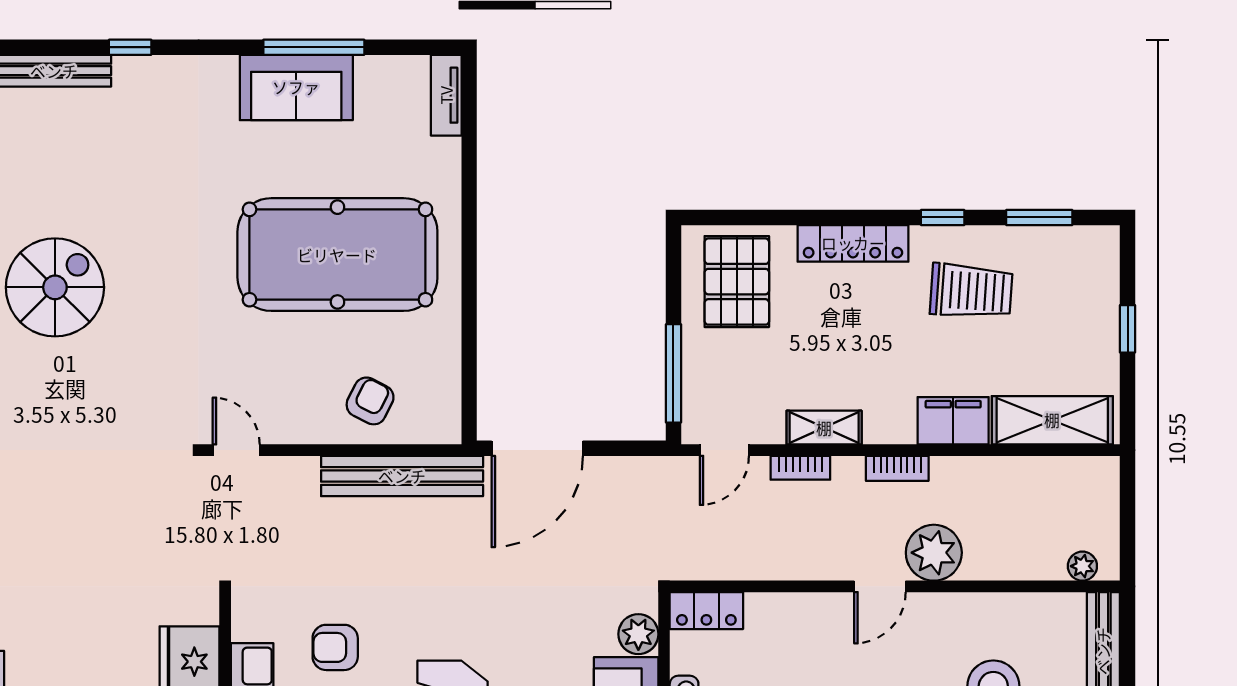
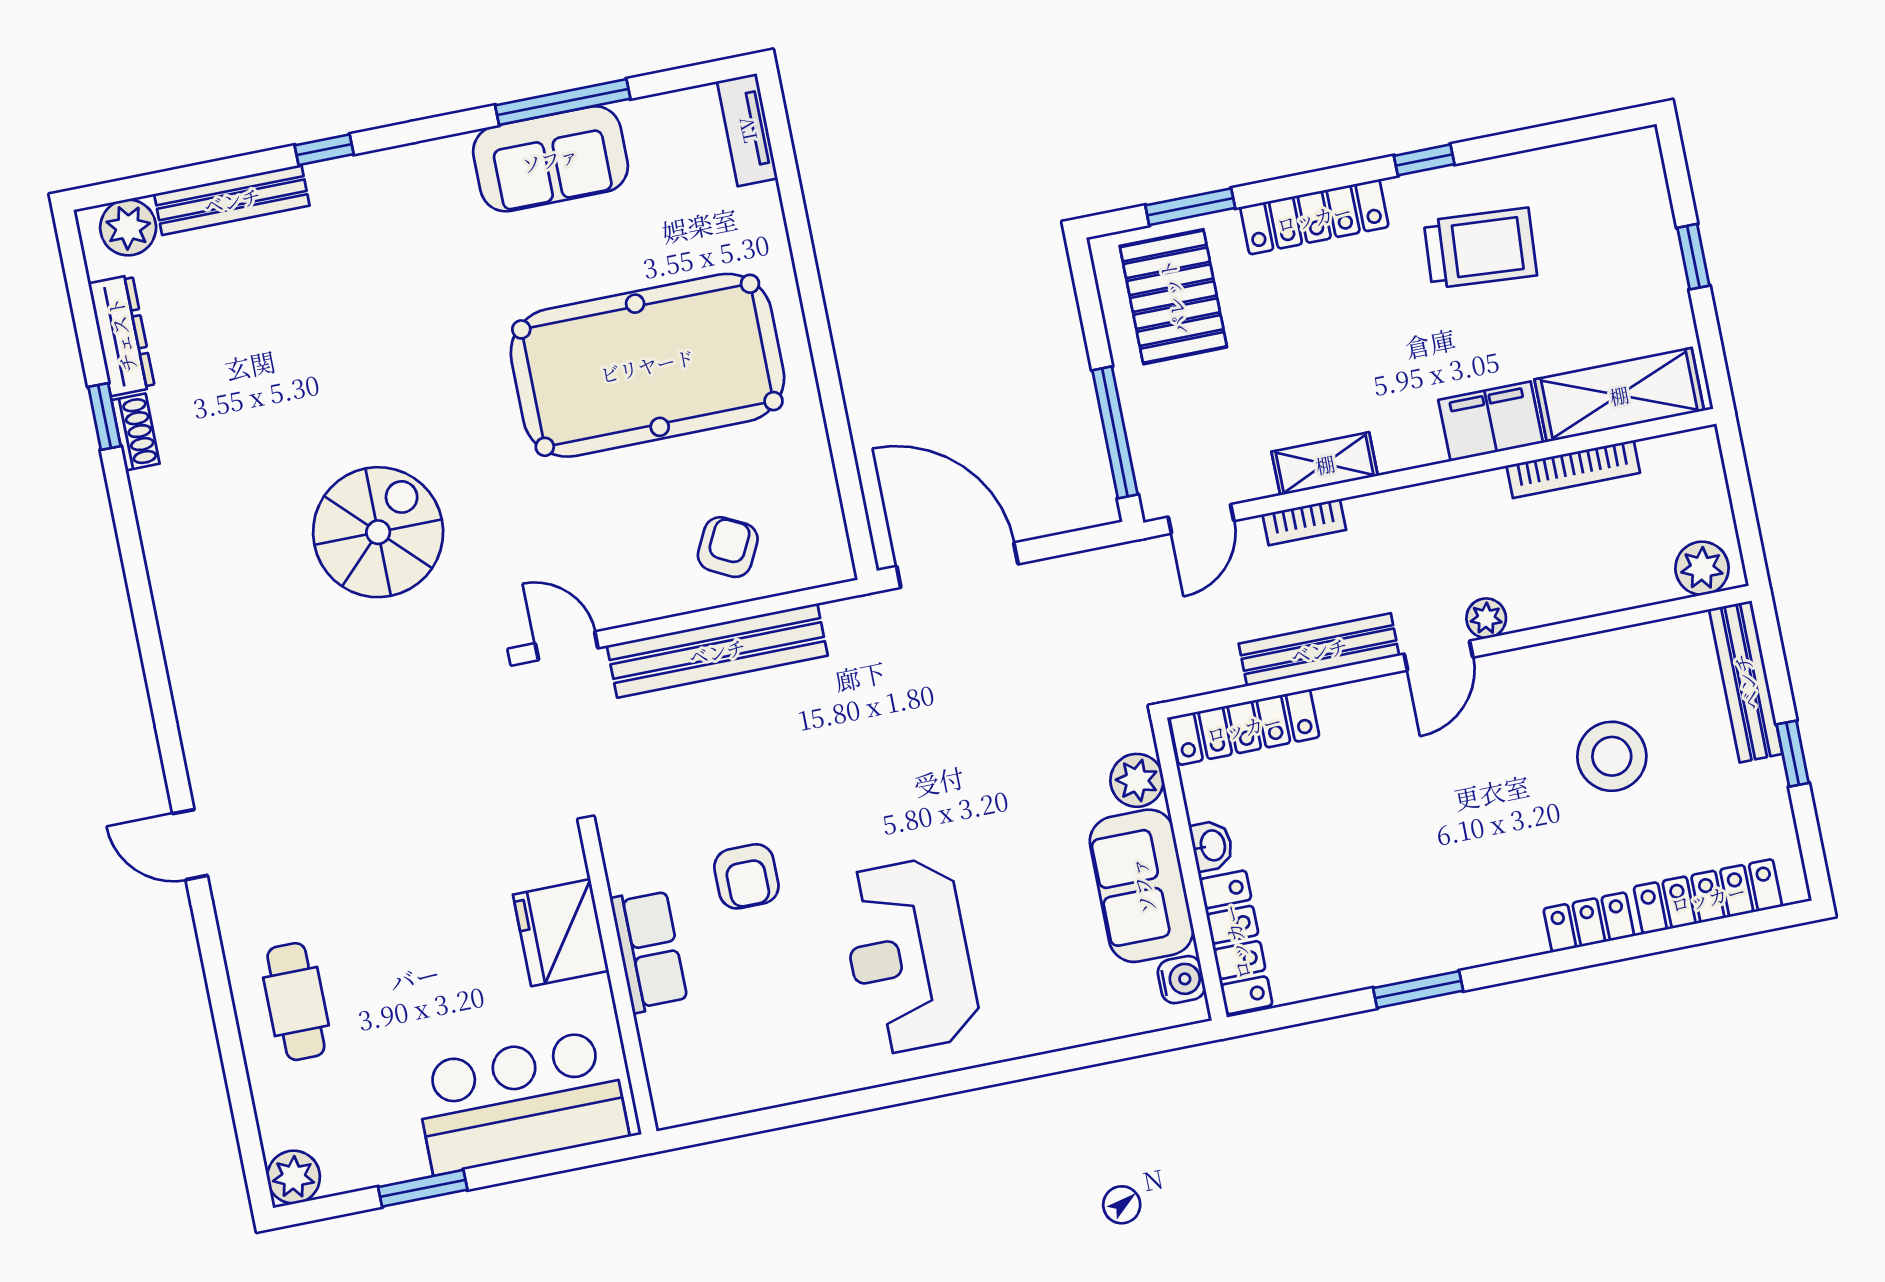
window: (1039, 217) -> (1190, 207), moved
spiral stairs: (55, 287) -> (378, 532), moved
door: (537, 448) -> (957, 565), swing flipped
bookcase: (897, 468) -> (1573, 469), moved, width x1.56
bench: (402, 476) -> (717, 651), moved
plant: (934, 553) -> (1486, 618), width x0.53, depth x0.53
bench: (792, 564) -> (1319, 650), added
plant: (1082, 566) -> (1702, 568), width x1.38, depth x1.38
locker: (706, 611) -> (1244, 727), width x1.53
armchair: (335, 647) -> (746, 876), turned -90

